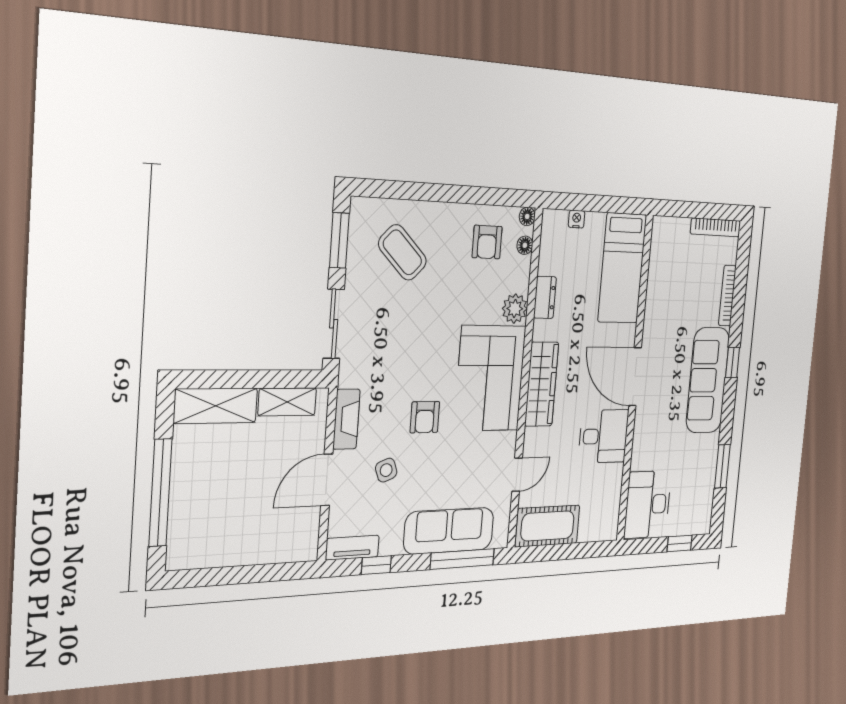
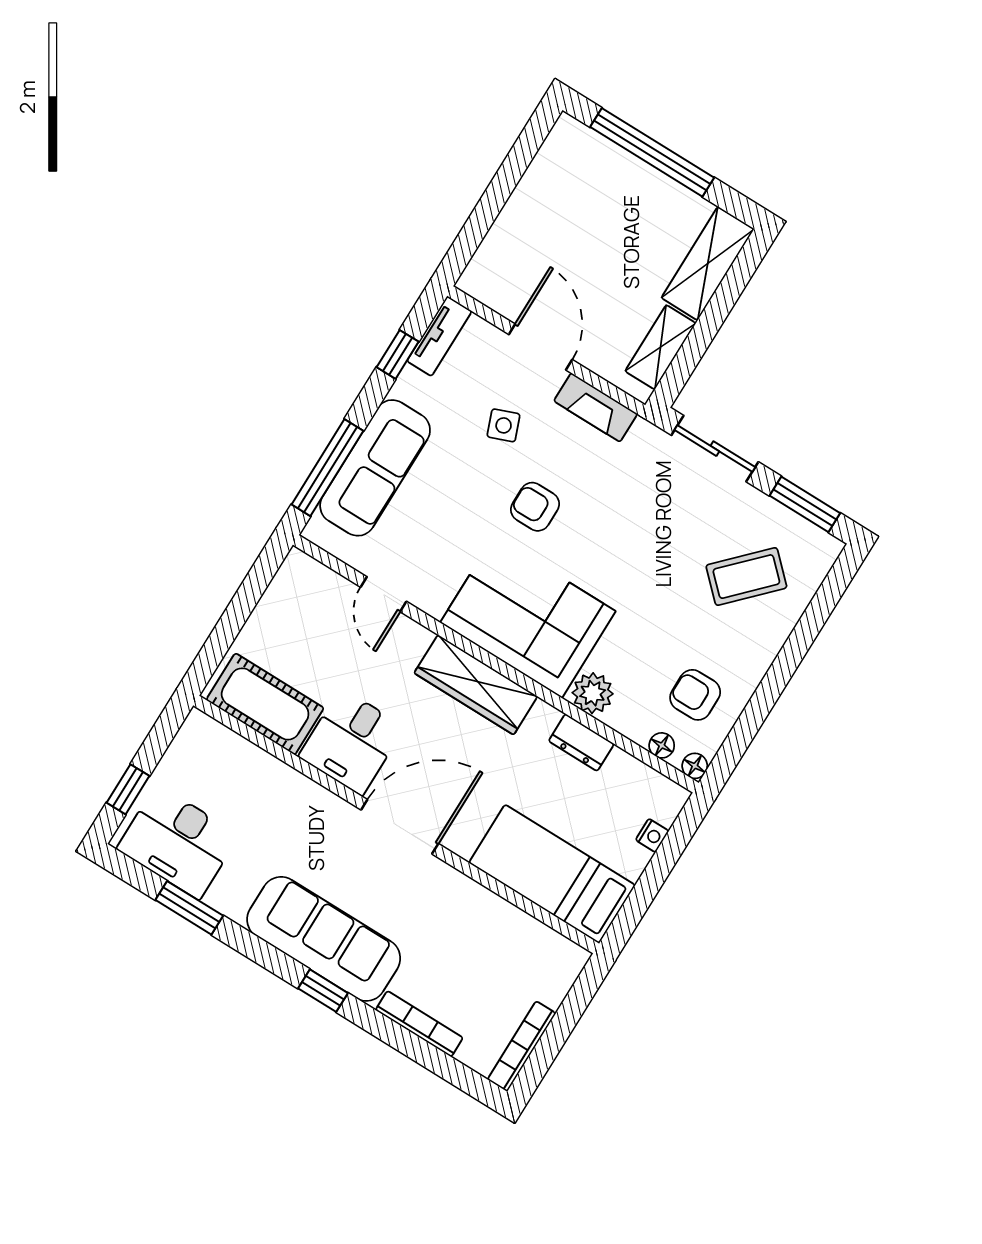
desk: (648, 504) -> (178, 842), moved, turned 180
cot: (548, 526) -> (265, 704), moved, turned 90

